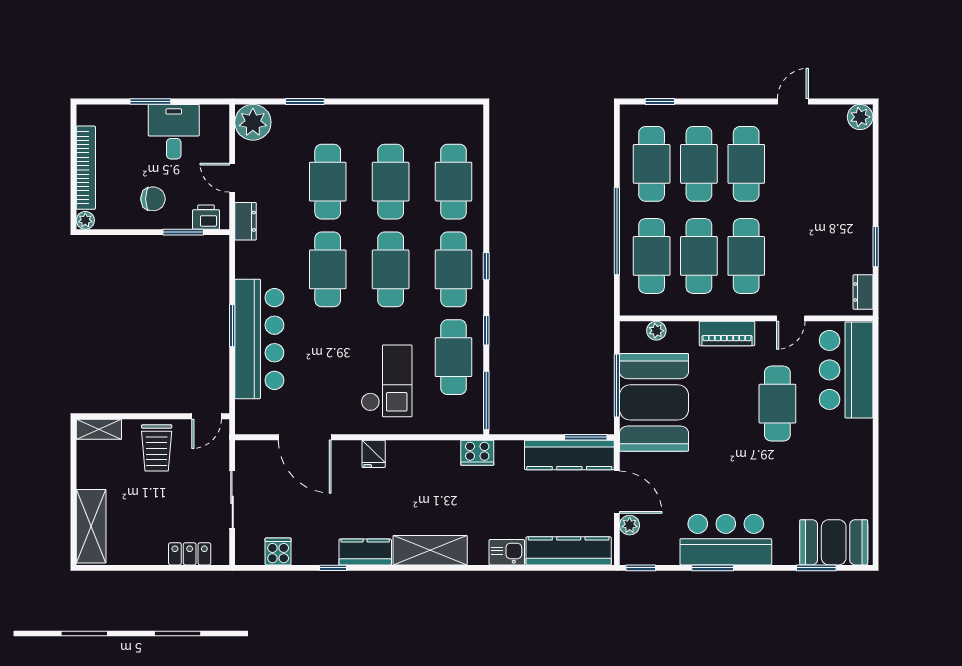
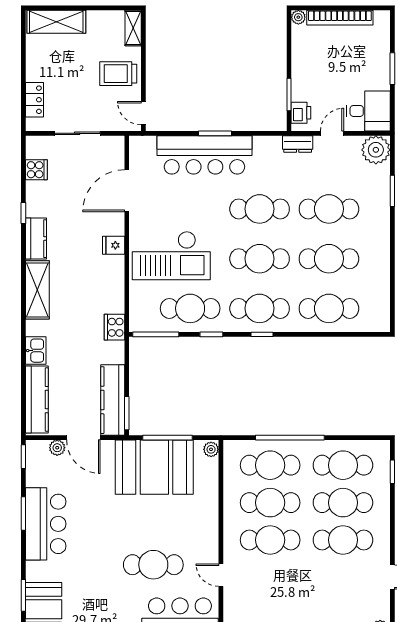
desk: (174, 132) -> (368, 111), moved
chair: (153, 199) -> (315, 71), removed
plant: (656, 331) -> (211, 449), moved
piano: (727, 333) -> (209, 525), removed
checkout: (387, 381) -> (171, 255), width x1.36, depth x1.21
door: (617, 492) -> (83, 438), hinge flipped

